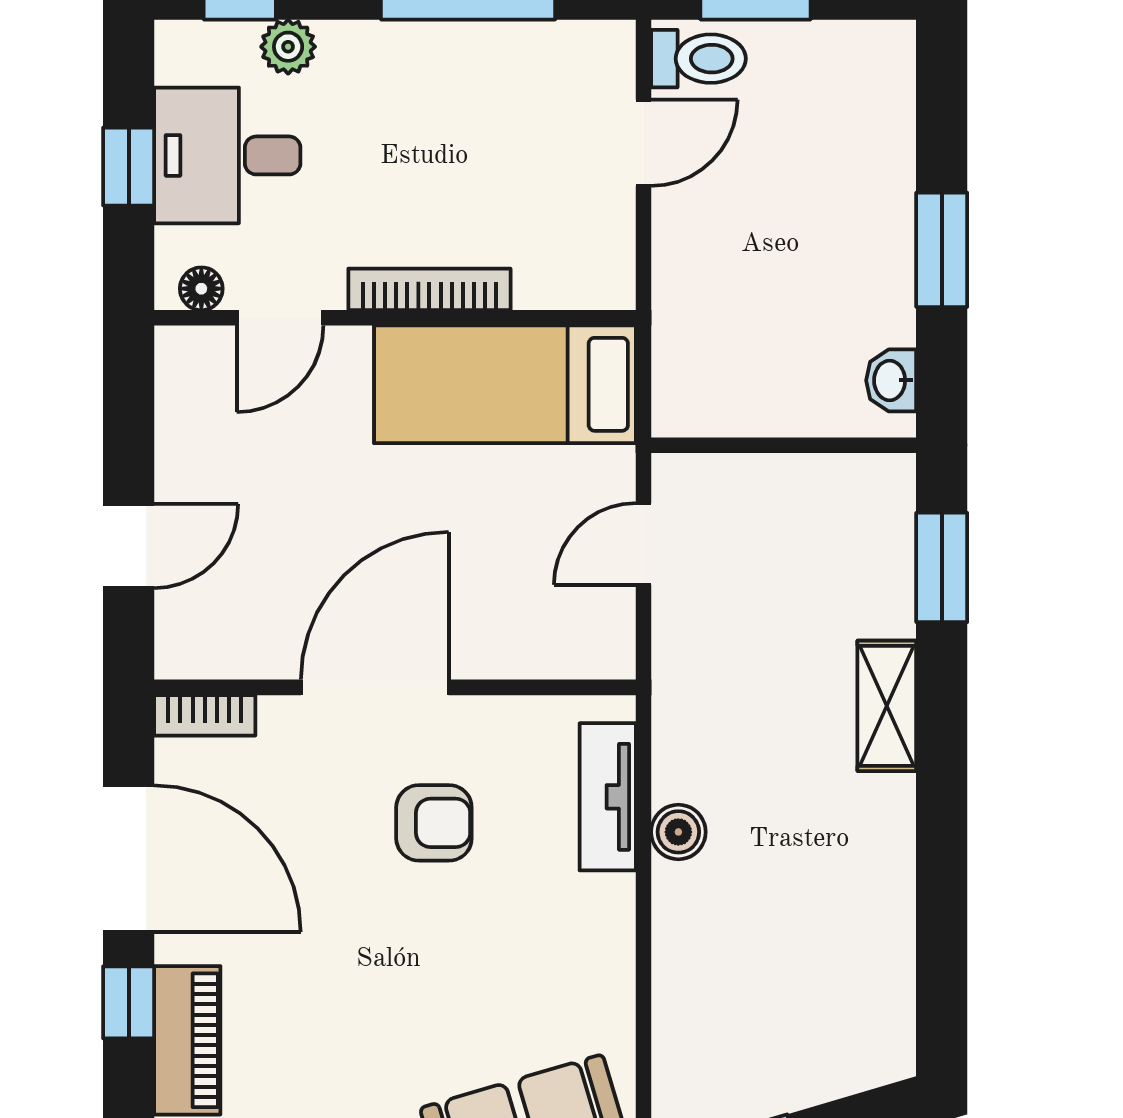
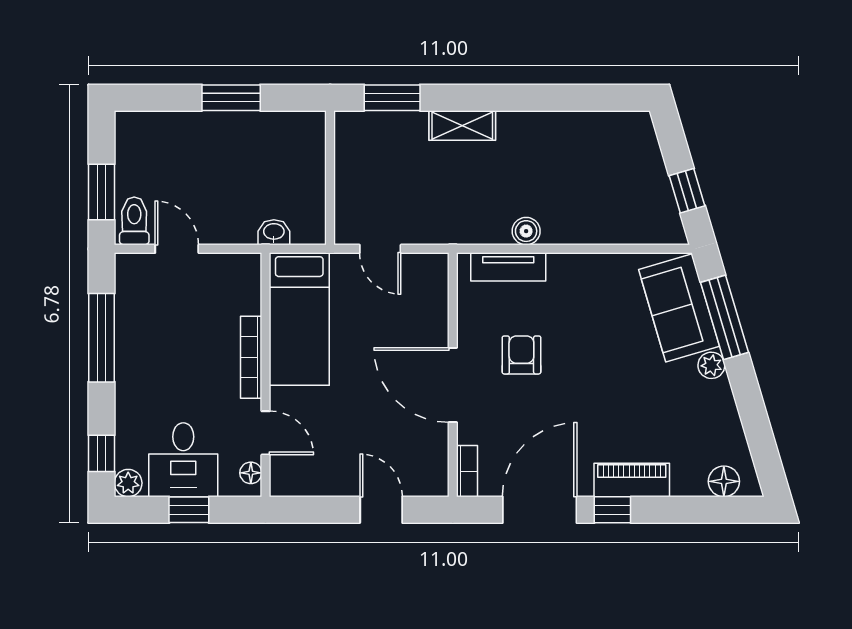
plant: (288, 47) -> (128, 483), moved
washbasin: (891, 380) -> (274, 232), moved, turned 180

